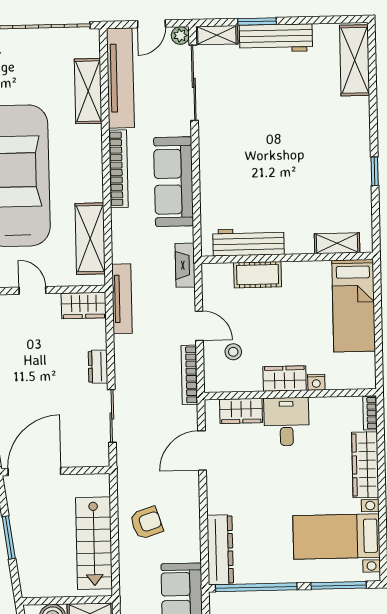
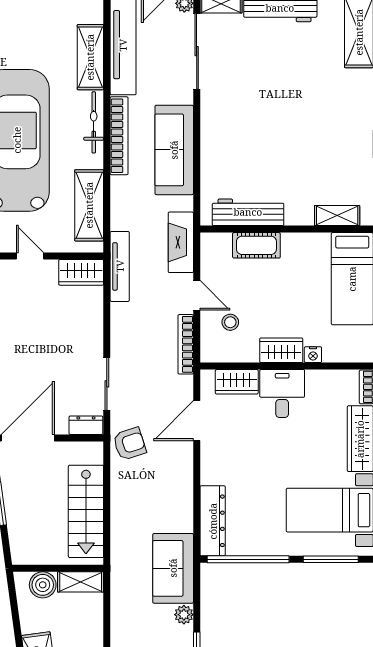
bicycle: (93, 156) -> (94, 122), added
fireplace: (185, 265) -> (181, 242), width x1.37, depth x1.32
dresser: (98, 367) -> (86, 425), moved, turned 90
armchair: (146, 523) -> (130, 444), moved

